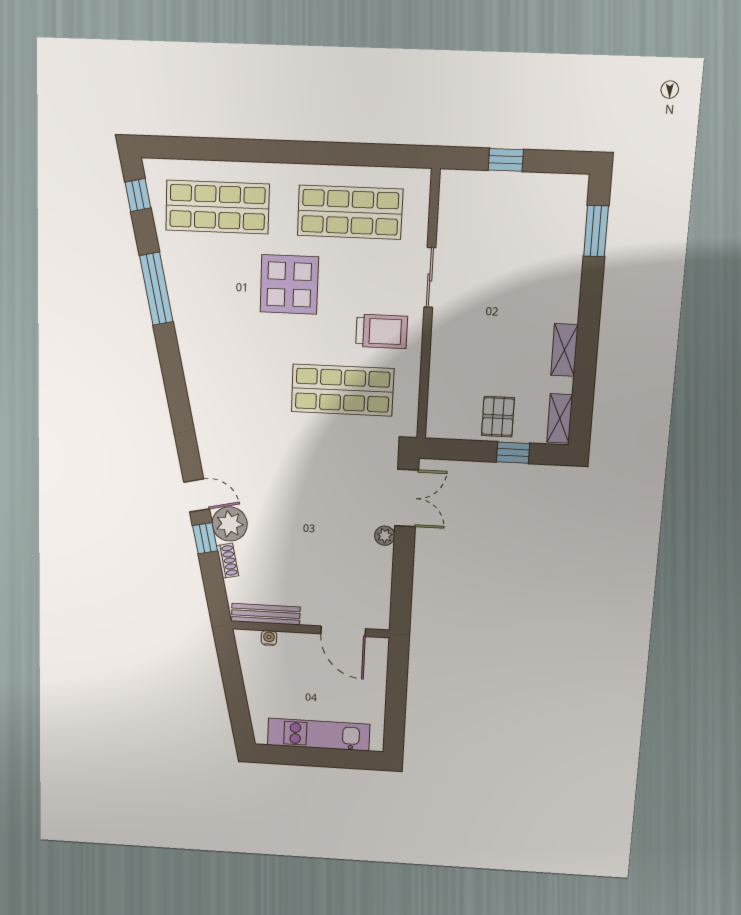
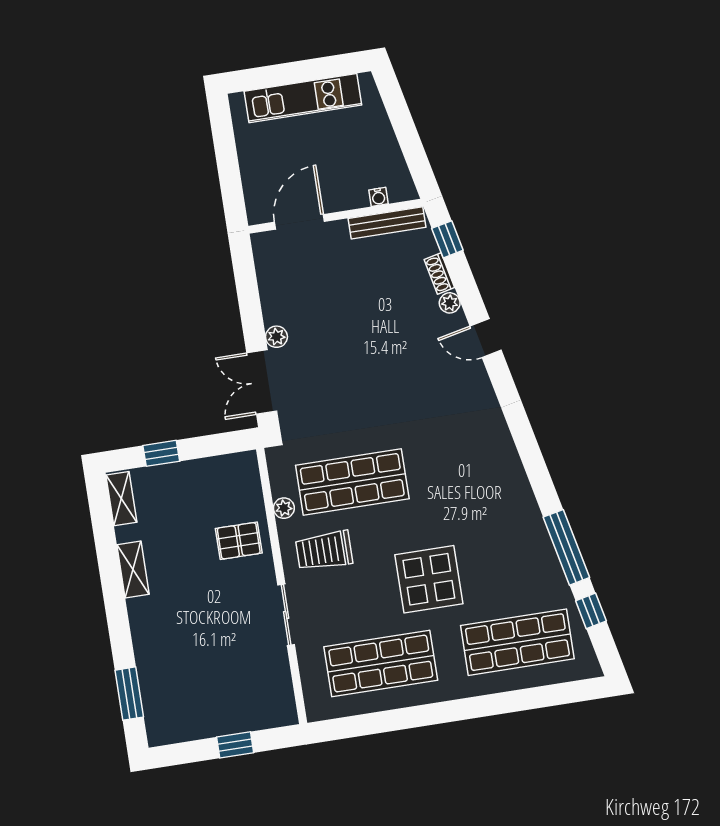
window: (138, 195) -> (591, 611), moved
plant: (411, 379) -> (284, 508), added
pallet: (498, 417) -> (239, 541), moved, turned 90
plant: (230, 524) -> (450, 303), width x0.53, depth x0.53
window: (205, 538) -> (447, 239), moved
door: (343, 631) -> (299, 222), hinge flipped

